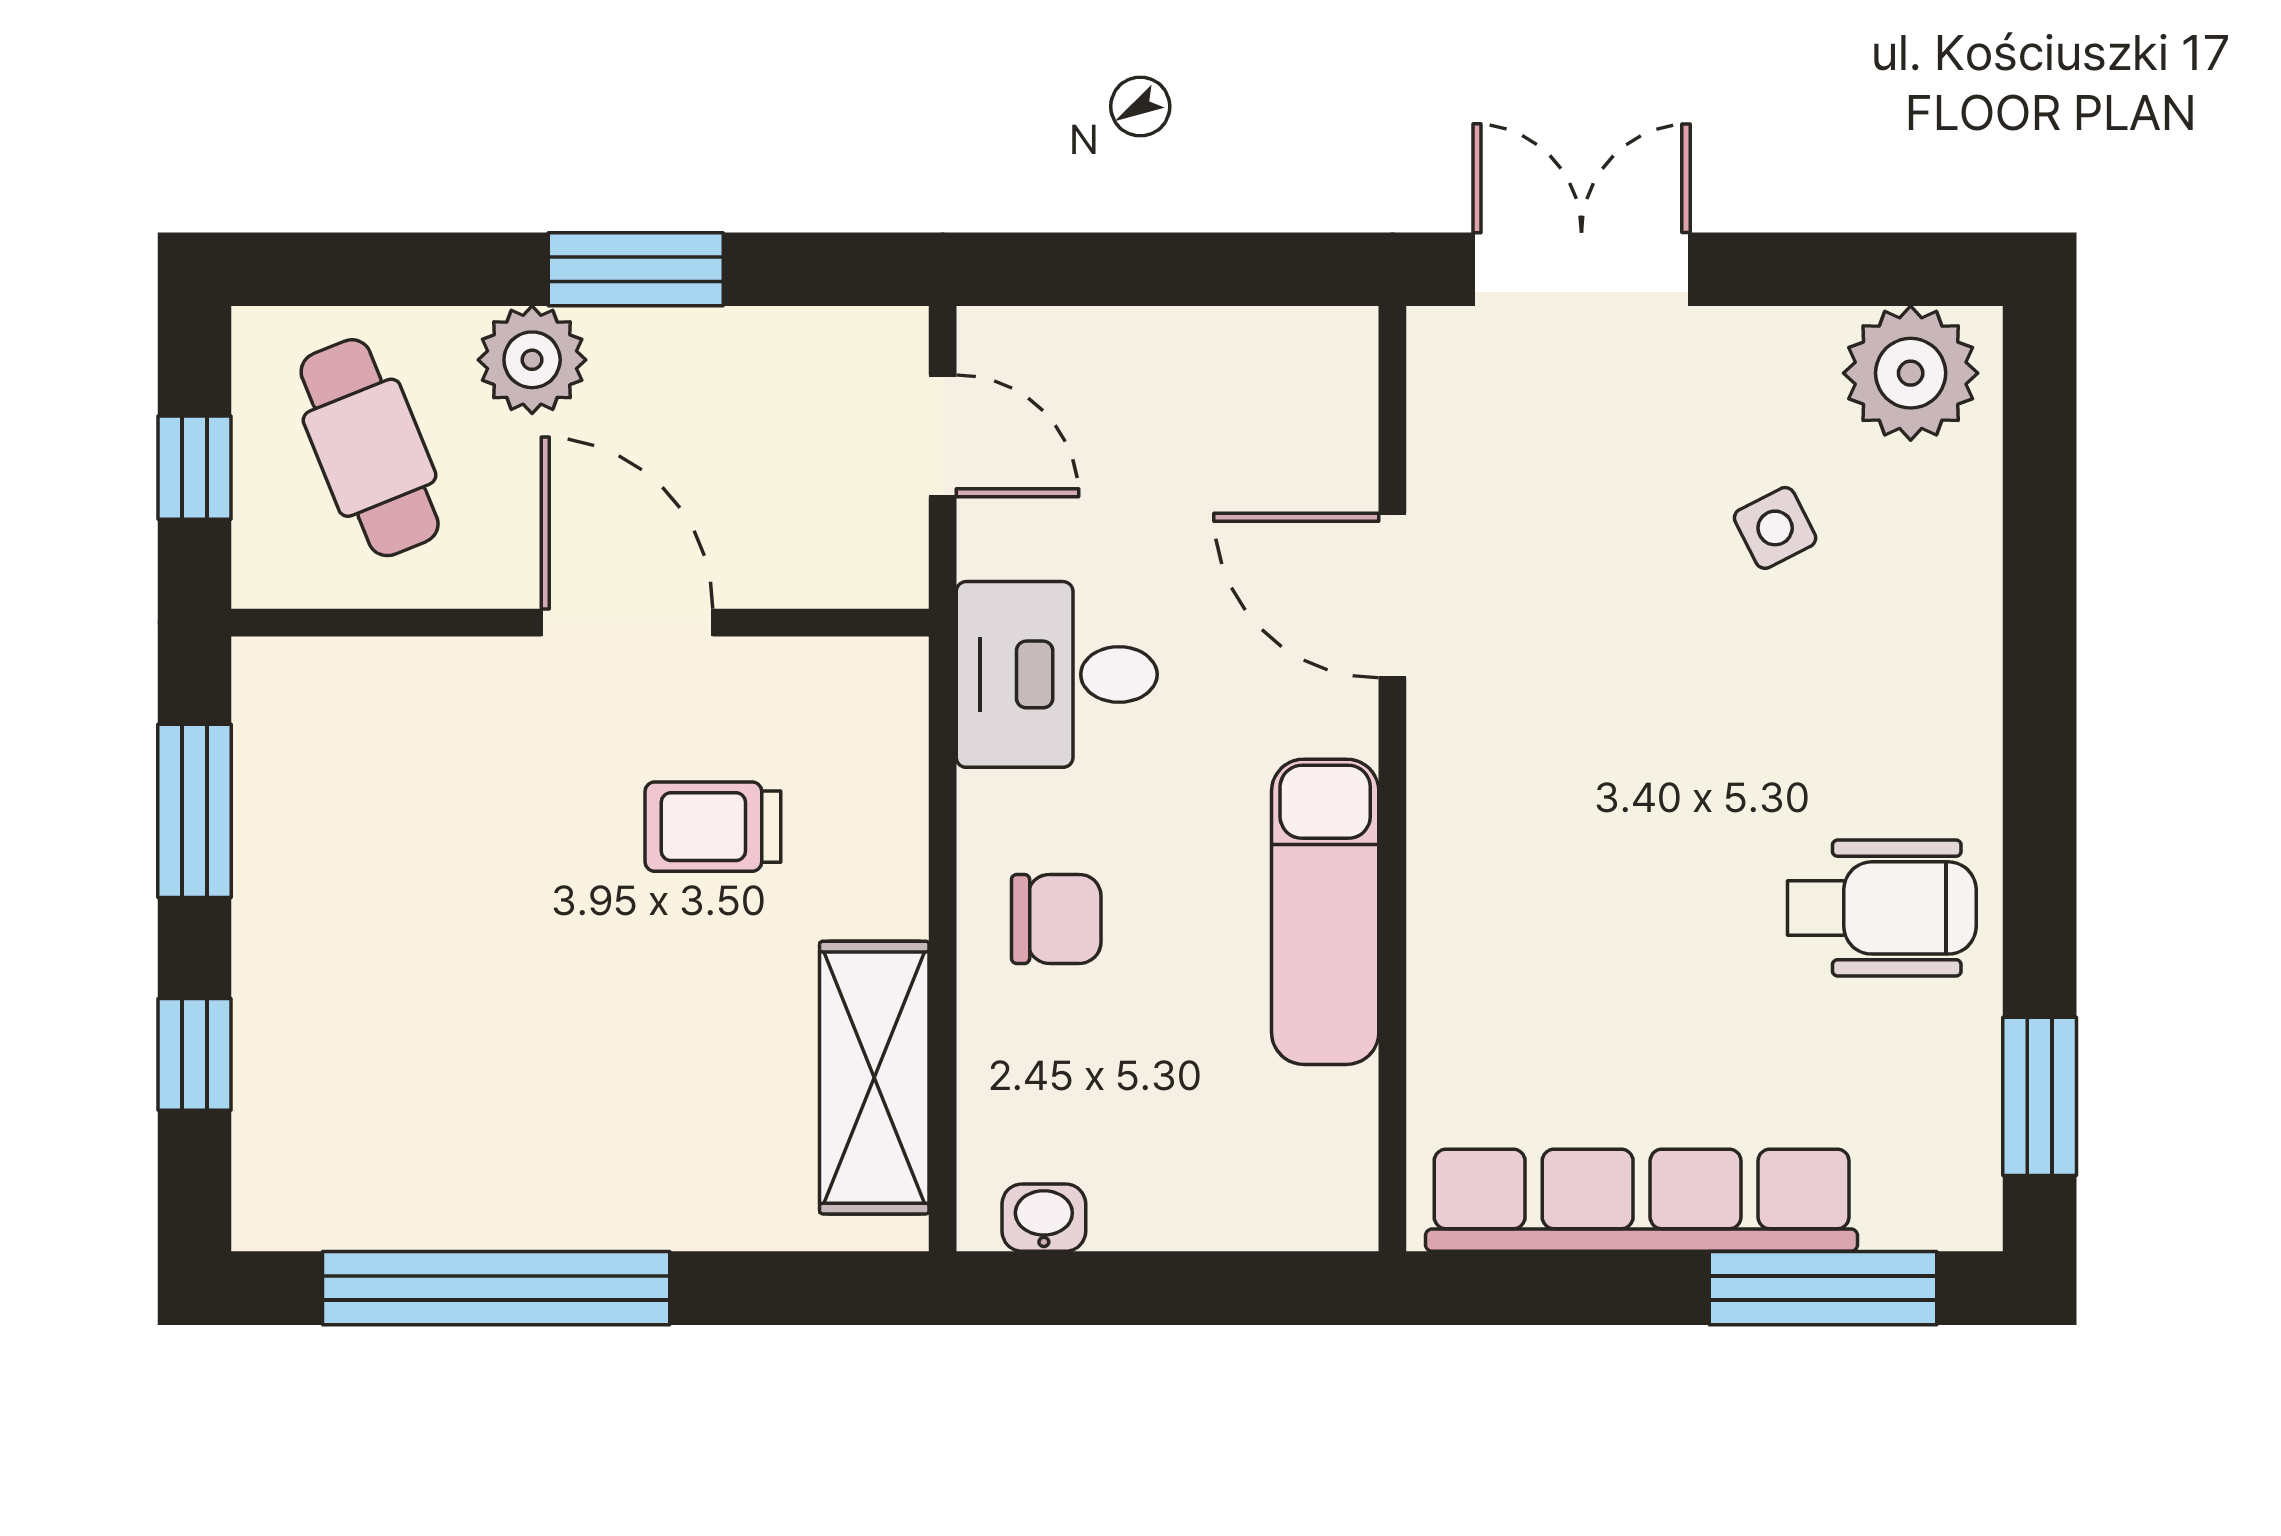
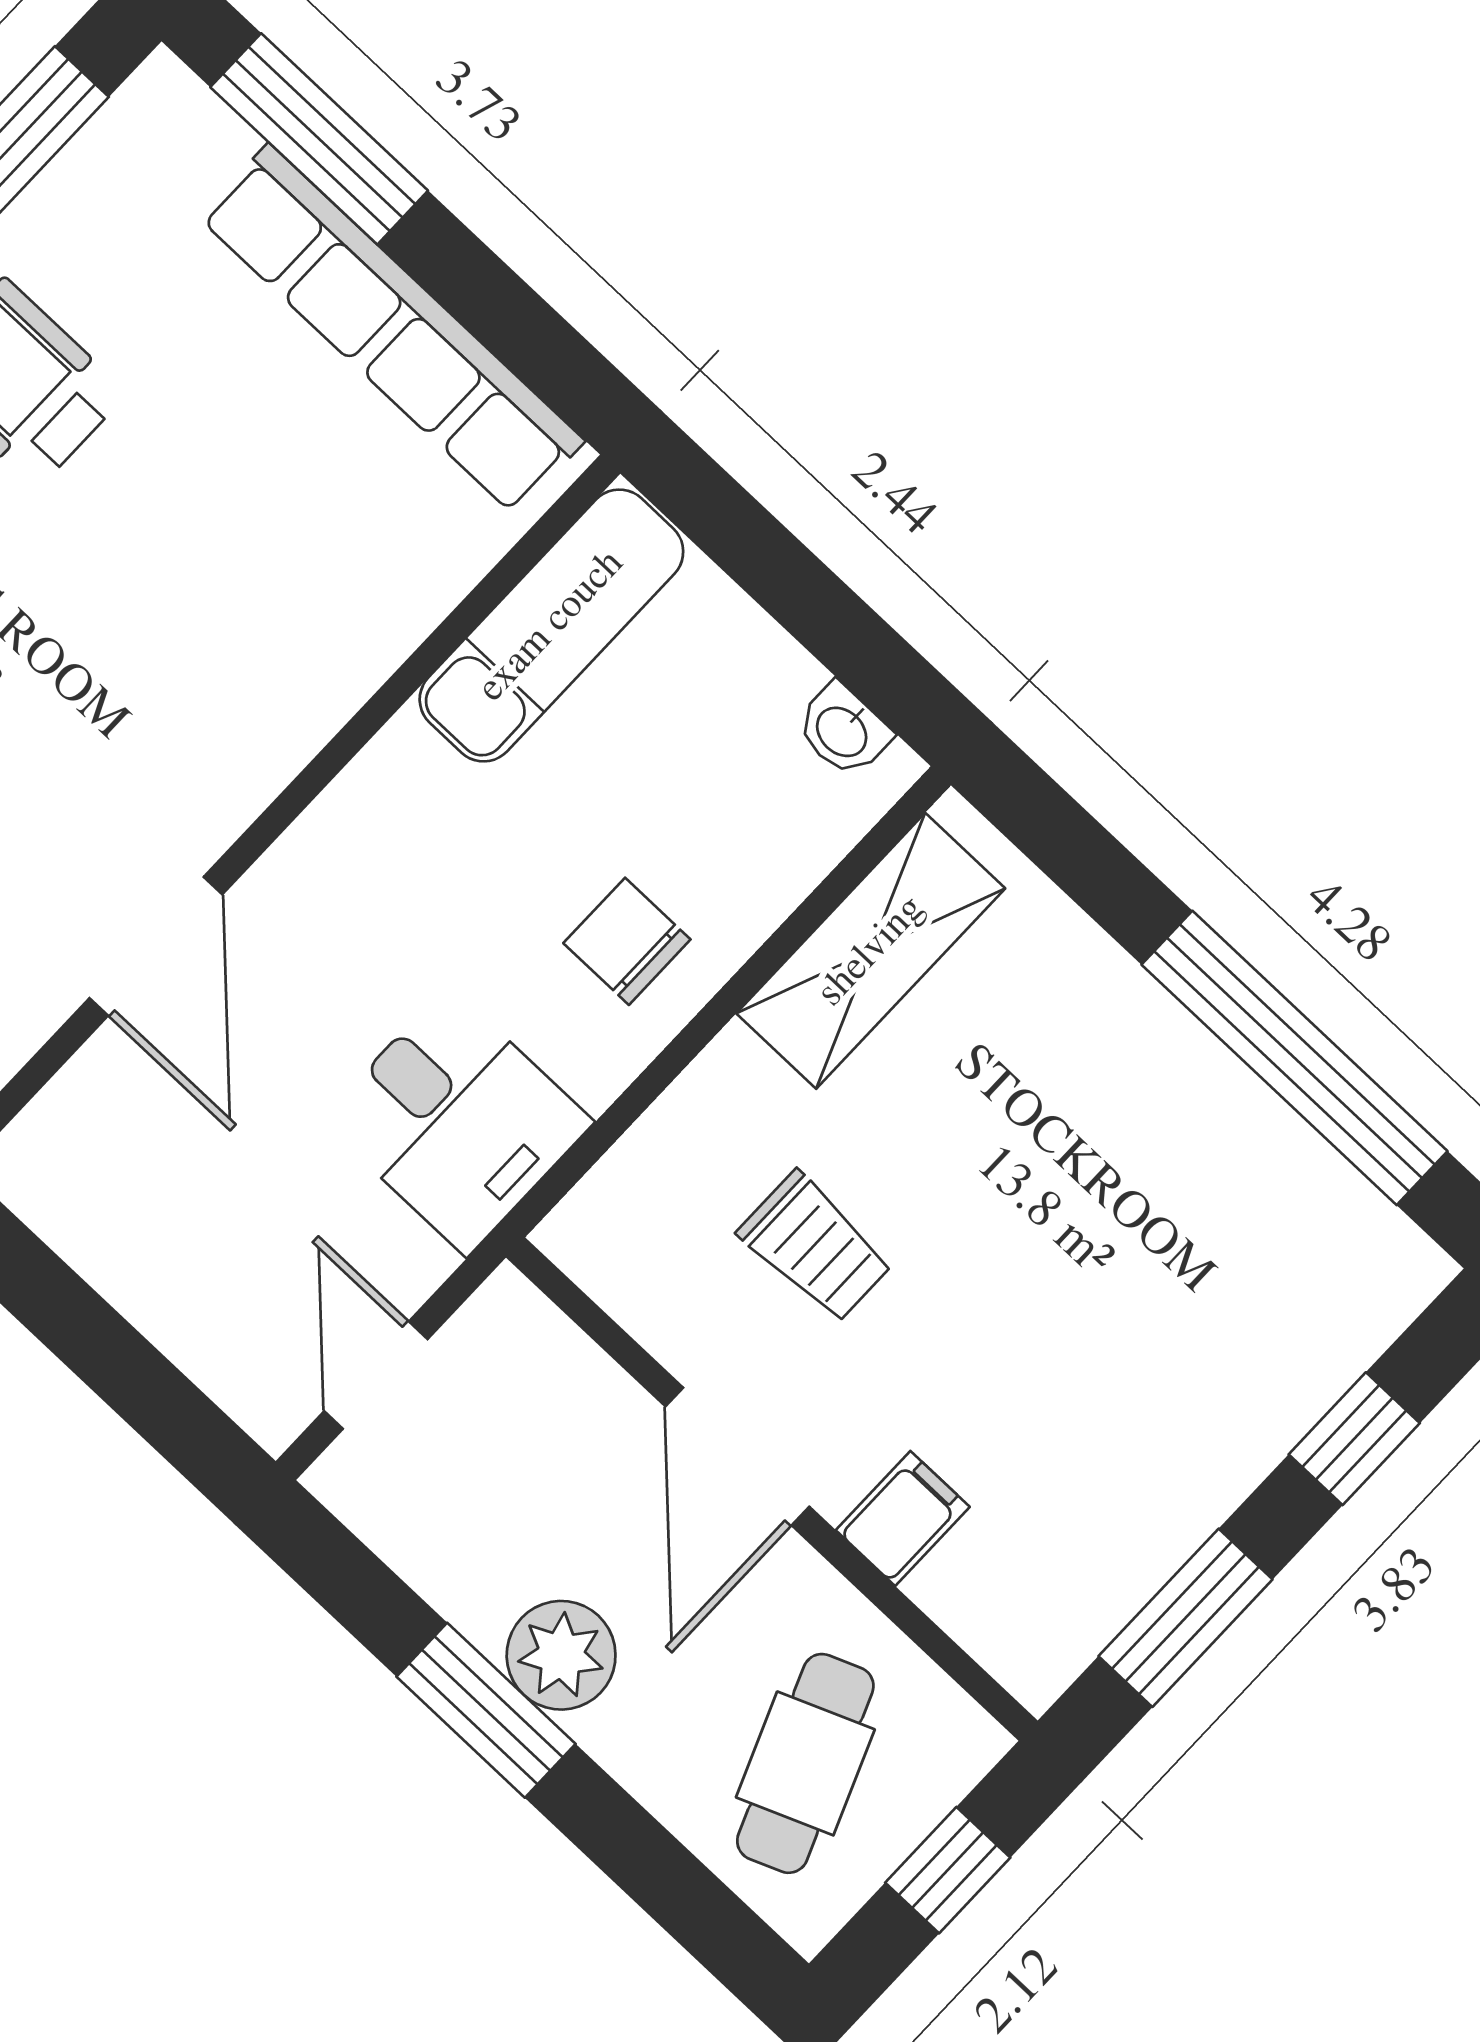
plant: (532, 360) -> (561, 1655), moved
filing cabinet: (466, 690) -> (903, 1518), added
exam couch: (1325, 912) -> (551, 626), moved

